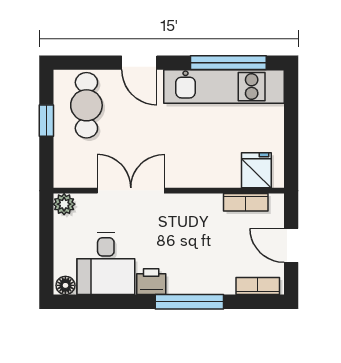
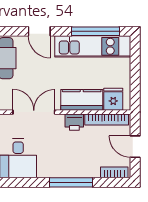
kitchen counter: (206, 171) -> (82, 100), added
bookcase: (246, 202) -> (107, 119), width x1.56
printer: (151, 282) -> (74, 122), moved, turned 180

